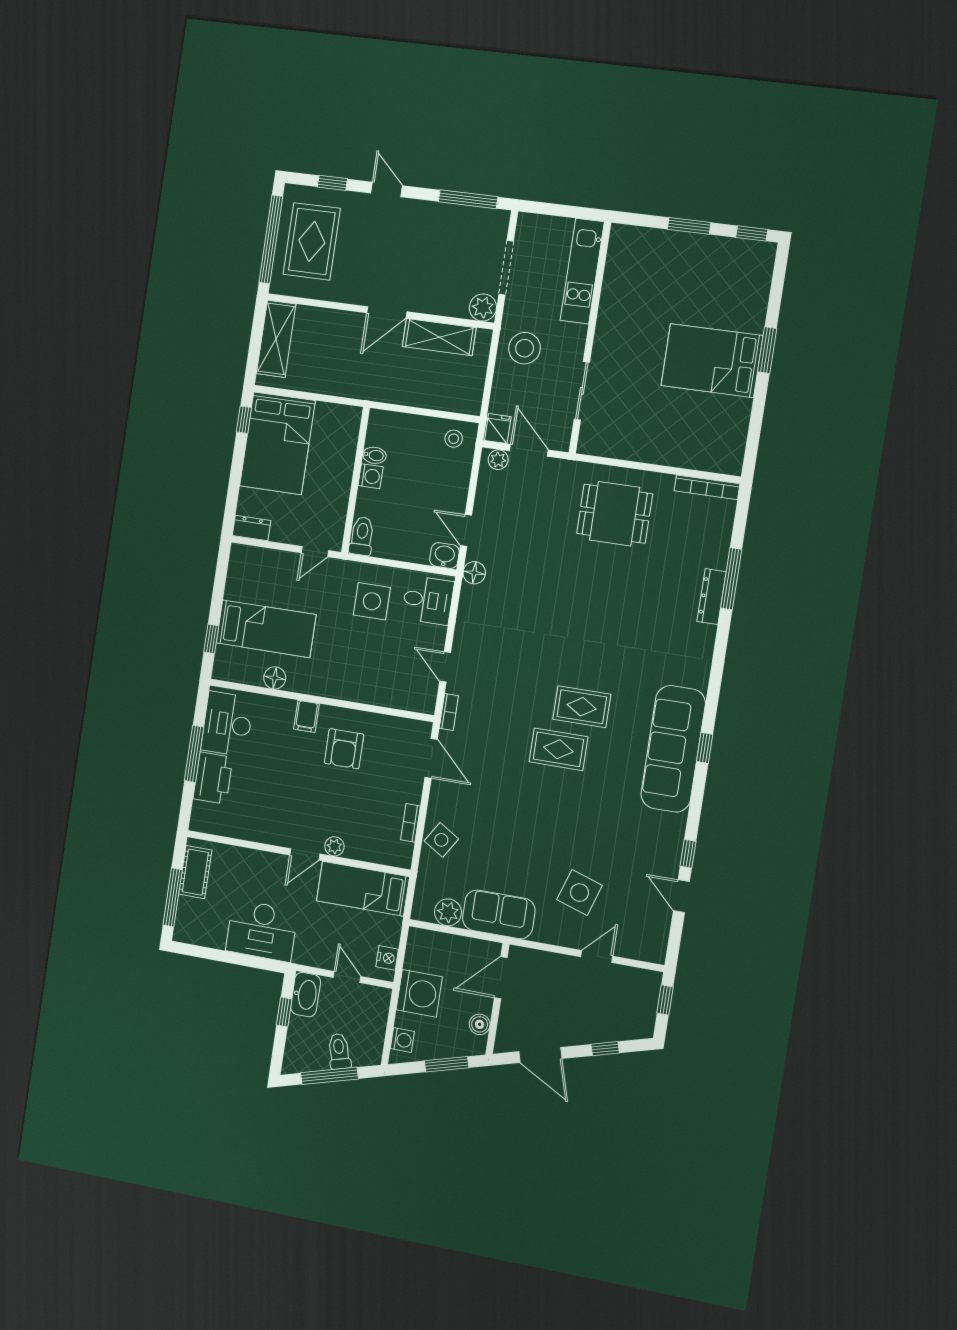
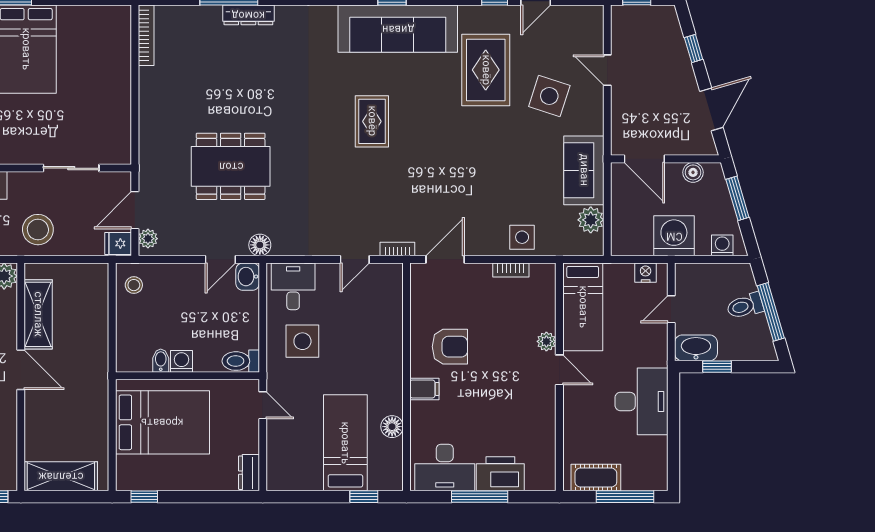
bed: (277, 443) -> (162, 422), moved
dining table: (615, 514) -> (231, 166), moved, width x1.38
rug: (558, 749) -> (486, 70), moved, width x1.36, depth x1.43
side table: (441, 840) -> (522, 237), turned -32

